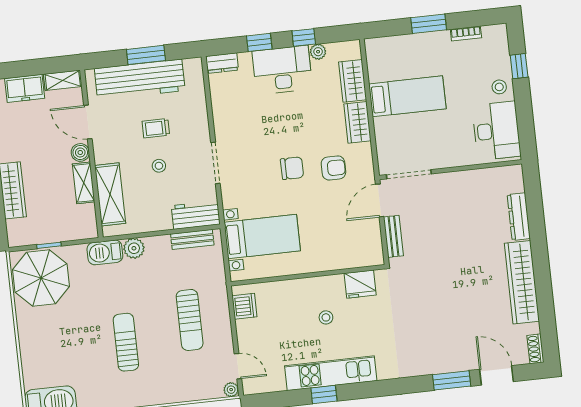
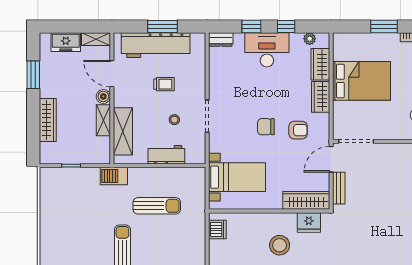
plant: (318, 52) -> (310, 39), moved
bed: (407, 96) -> (361, 81), width x1.50
trolley: (156, 128) -> (164, 84), turned 180
stool: (159, 166) -> (174, 120), moved
chair: (292, 168) -> (266, 127), turned 180
workbench: (196, 215) -> (166, 155), moved
bench: (192, 239) -> (183, 173), removed
plant: (134, 248) -> (137, 175), removed
wardrobe: (354, 257) -> (306, 200), added
parasol: (41, 278) -> (62, 190), removed
stool: (326, 317) -> (280, 245), width x1.89, depth x1.89
sun lounger: (190, 320) -> (157, 206), moved, turned -90

